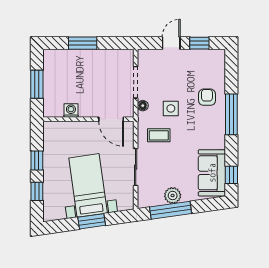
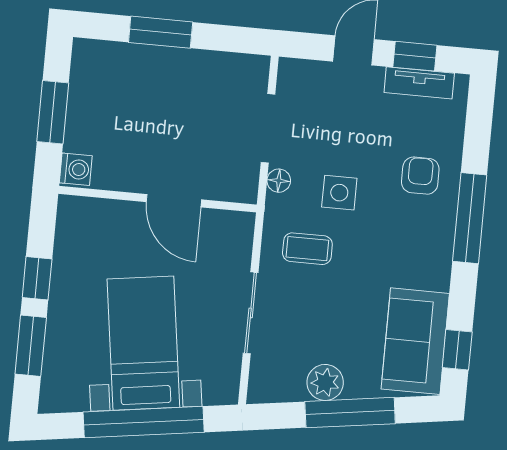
tv unit: (203, 55) -> (419, 83), added
washing machine: (71, 111) -> (76, 169), moved, turned 90
door: (111, 119) -> (174, 201), moved
window: (37, 191) -> (31, 346), width x1.50
window: (171, 210) -> (350, 413), moved
window: (92, 221) -> (144, 422), width x2.11

